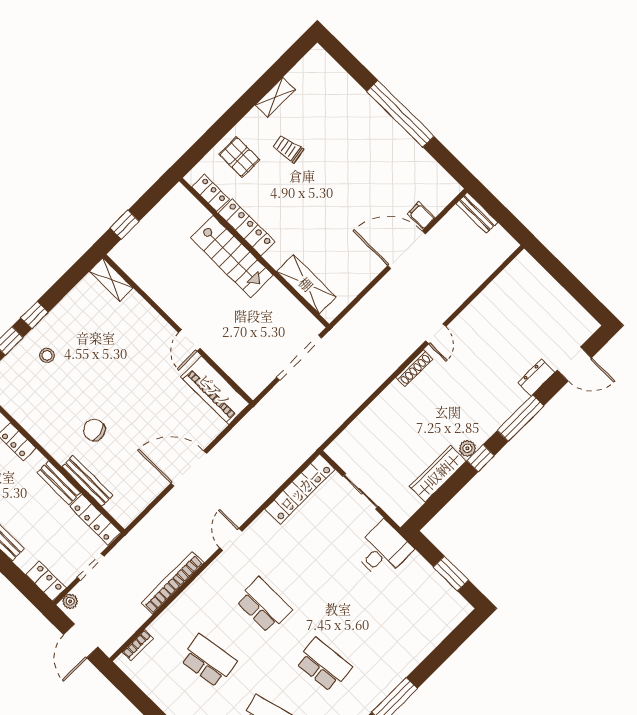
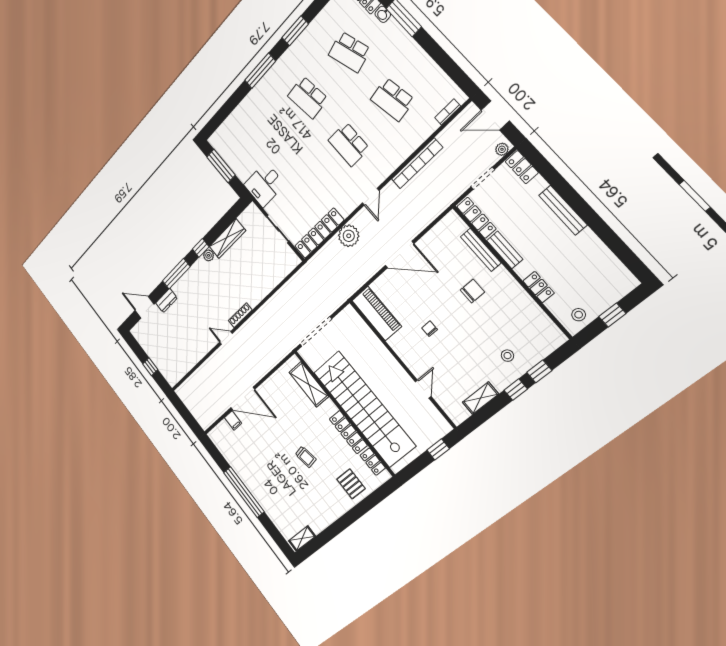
shelving: (275, 97) -> (302, 538), moved
trolley: (288, 149) -> (306, 457), moved
bench: (477, 213) -> (199, 417), removed
stairs: (232, 256) -> (364, 409), width x1.86, depth x1.51
window: (563, 276) -> (150, 367), added
shelving: (111, 280) -> (480, 398), moved, turned 90
door: (436, 334) -> (226, 338), hinge flipped
door: (189, 340) -> (423, 389), moved
chair: (145, 378) -> (430, 329), added
chair: (94, 430) -> (472, 291), turned -78
plant: (258, 488) -> (349, 236), added
window: (451, 574) -> (221, 166), width x1.44
door: (81, 641) -> (495, 115), swing flipped

